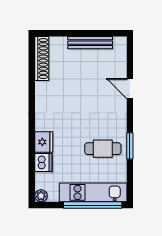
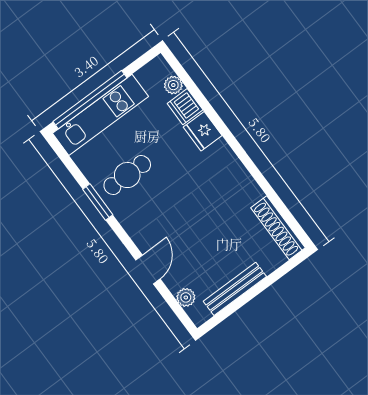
plant: (121, 58) -> (186, 297), added
door: (130, 89) -> (148, 269), hinge flipped
plant: (41, 196) -> (173, 85), moved

